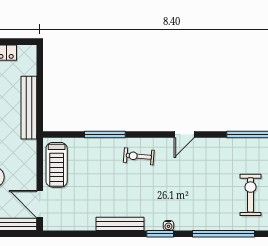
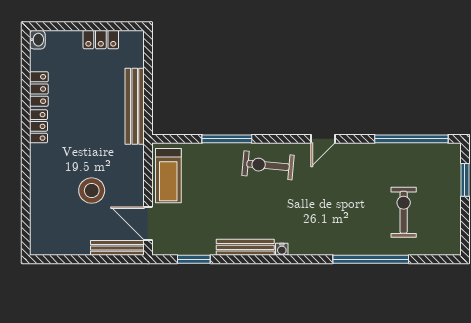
exercise bike: (139, 156) -> (268, 165), width x1.38, depth x1.39
water cooler: (168, 226) -> (282, 249), moved
window: (160, 234) -> (194, 259), moved

